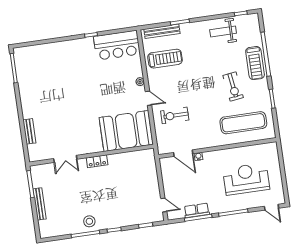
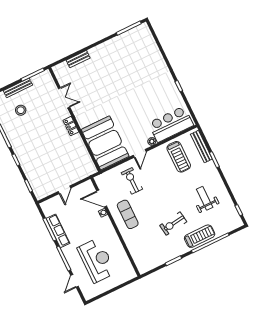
weight bench: (223, 32) -> (205, 198), moved
bar counter: (117, 45) -> (171, 124), moved, turned 90
treadmill: (255, 63) -> (200, 236), turned 180
exercise mat: (243, 123) -> (128, 214), moved, width x0.73, depth x0.69
door: (183, 153) -> (102, 199), hinge flipped
double door: (65, 159) -> (64, 98), swing flipped
door: (164, 205) -> (64, 190), moved
door: (271, 207) -> (75, 281), moved
row of seats: (197, 210) -> (58, 231), width x1.48
stool: (89, 221) -> (21, 110), moved

